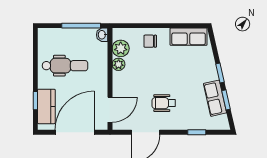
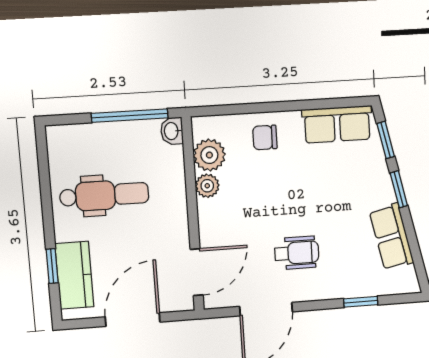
window: (226, 100) -> (386, 140), moved
wheelchair: (164, 103) -> (297, 253), turned 180
door: (75, 132) -> (133, 319), width x0.73

